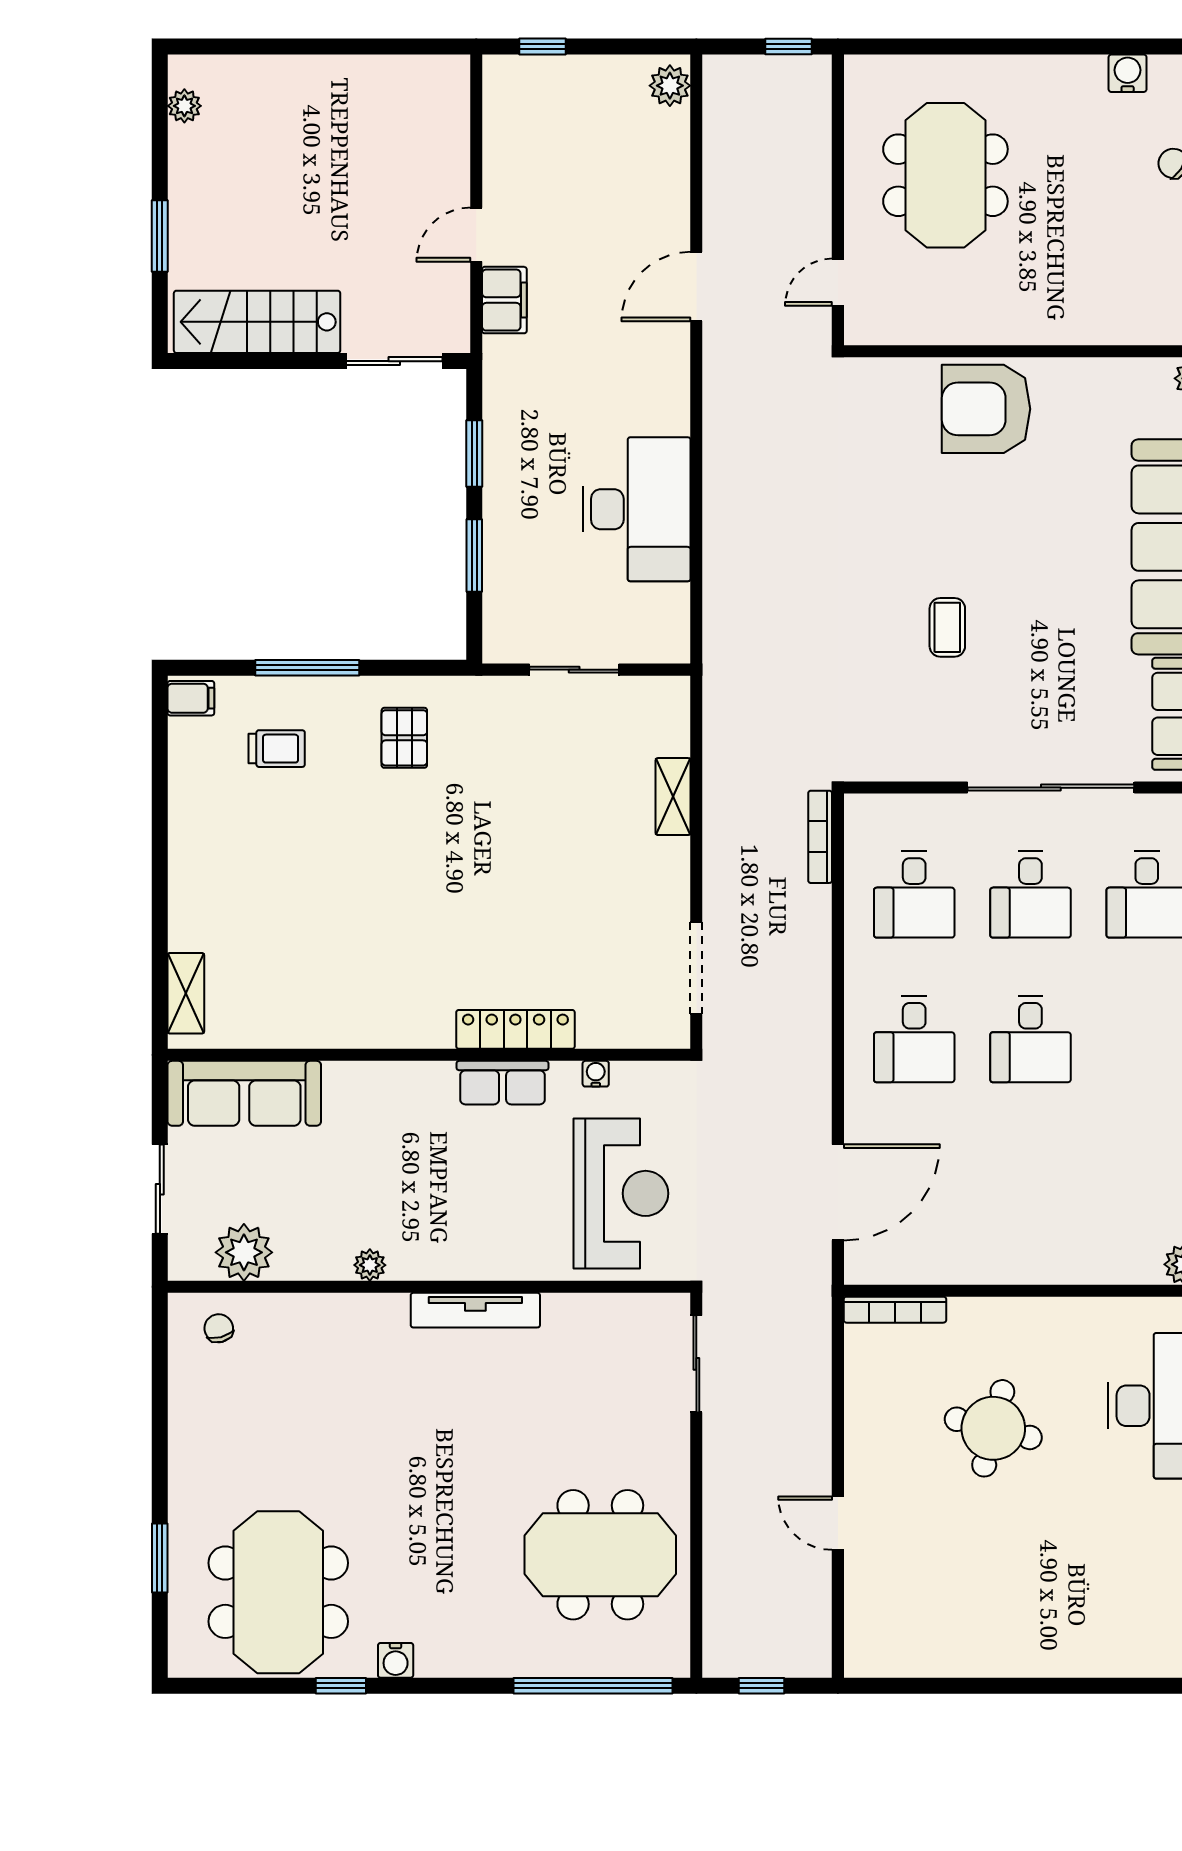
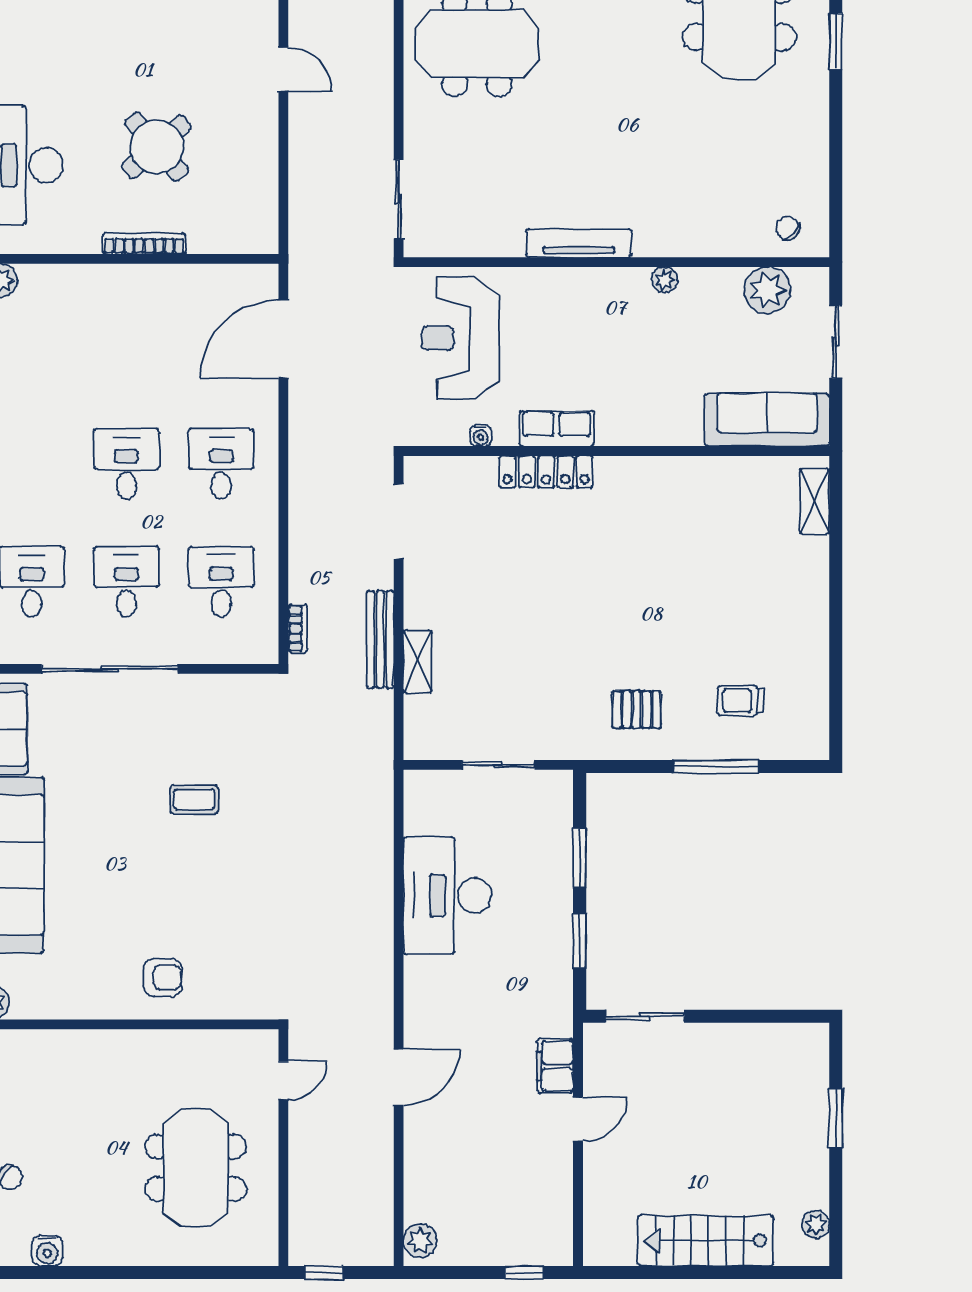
stairs: (257, 322) -> (706, 1241), moved, turned 180
armchair: (986, 409) -> (163, 977), width x0.53, depth x0.53
coffee table: (947, 627) -> (194, 799), turned 90
filing cabinet: (191, 698) -> (811, 742), removed
pallet: (404, 738) -> (637, 709), turned 90
bench: (719, 824) -> (380, 639), added
bookcase: (820, 837) -> (298, 629), width x0.64
bookcase: (895, 1310) -> (144, 243), moved
chair: (219, 1328) -> (788, 228), turned 149
round table: (993, 1428) -> (157, 147), turned 35

